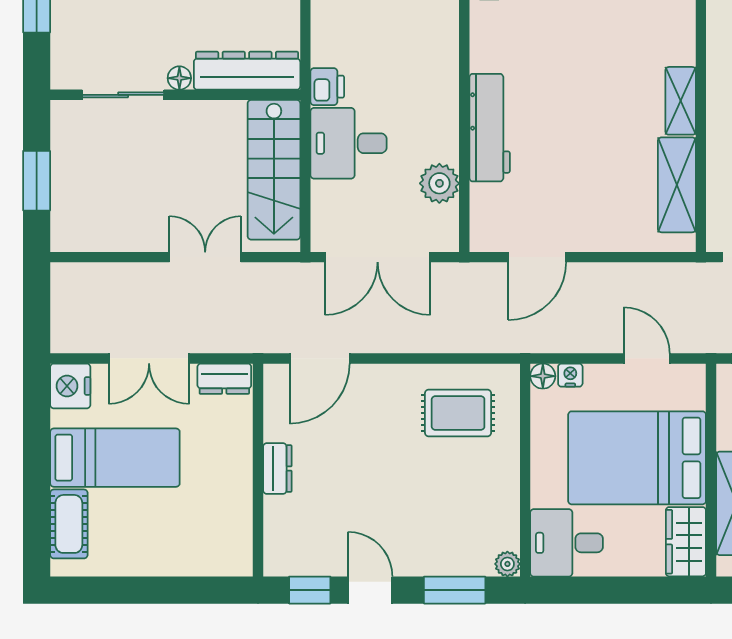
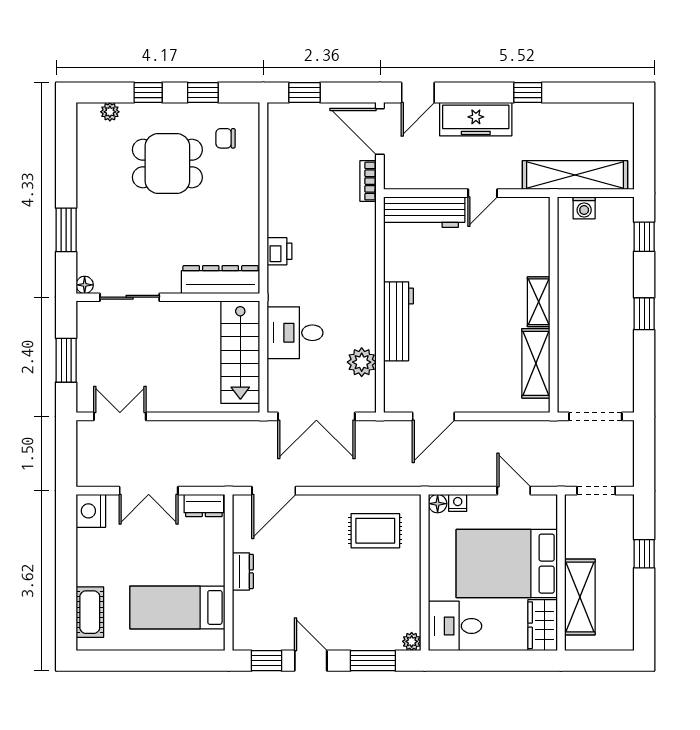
floor lamp: (179, 78) -> (85, 285), moved
printer: (327, 87) -> (279, 251), moved
double door: (205, 257) -> (120, 416), moved
bed: (115, 458) -> (177, 607), moved, turned 180

